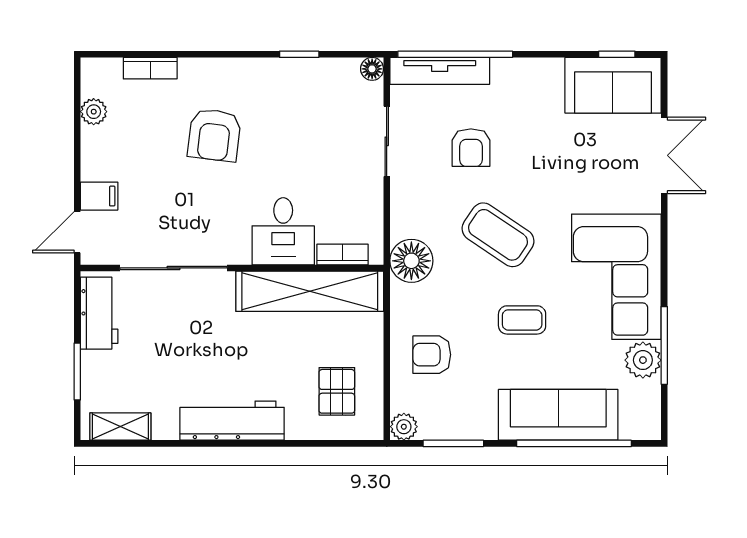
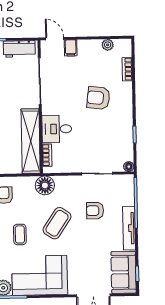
tv unit: (440, 71) -> (129, 228), moved

